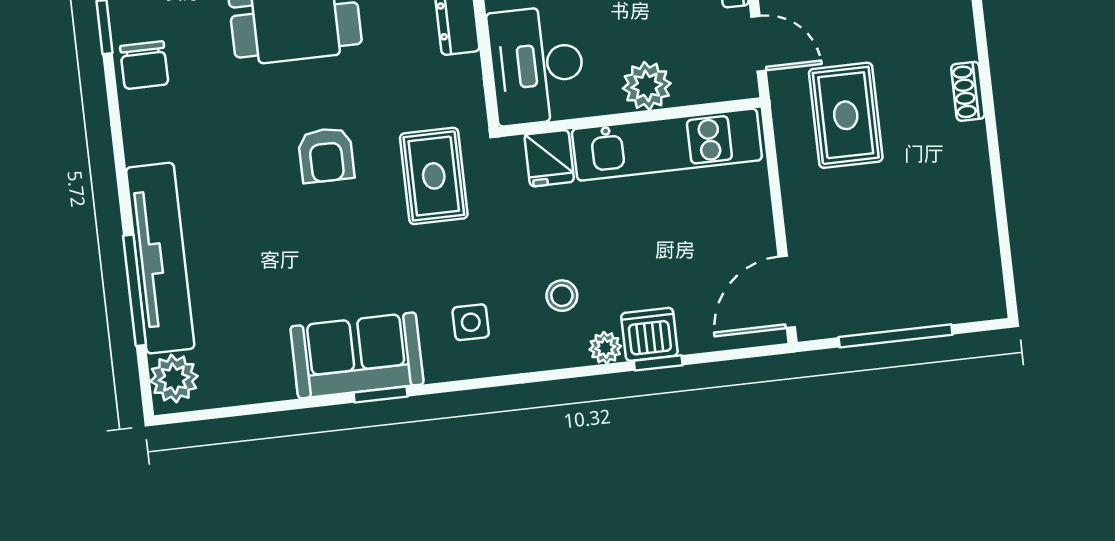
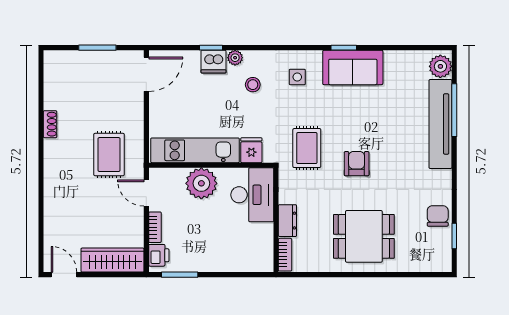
plant: (647, 86) -> (201, 183), width x1.36, depth x1.36
shoe rack: (968, 91) -> (50, 124), moved
window: (896, 336) -> (97, 48), width x0.69

